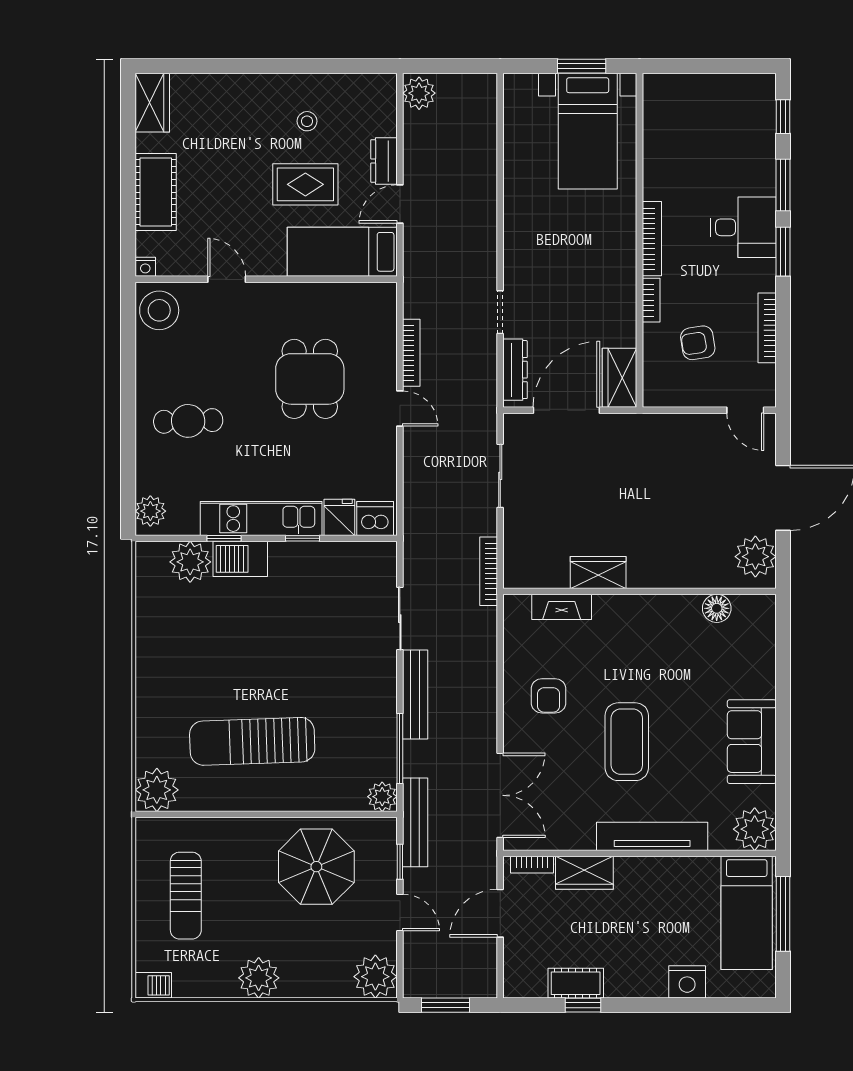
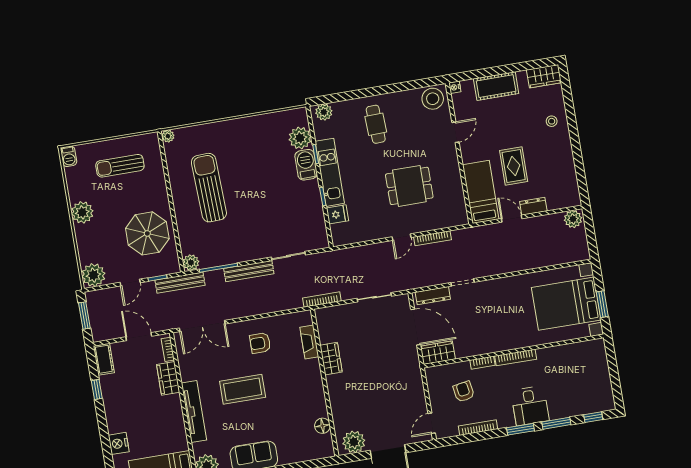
stool: (307, 121) -> (552, 121), moved
bed with nightstands: (588, 131) -> (566, 304), width x1.36
dishwasher: (375, 519) -> (340, 234), removed
plant: (157, 790) -> (168, 136), width x0.53, depth x0.53
cot: (576, 983) -> (104, 359), moved

